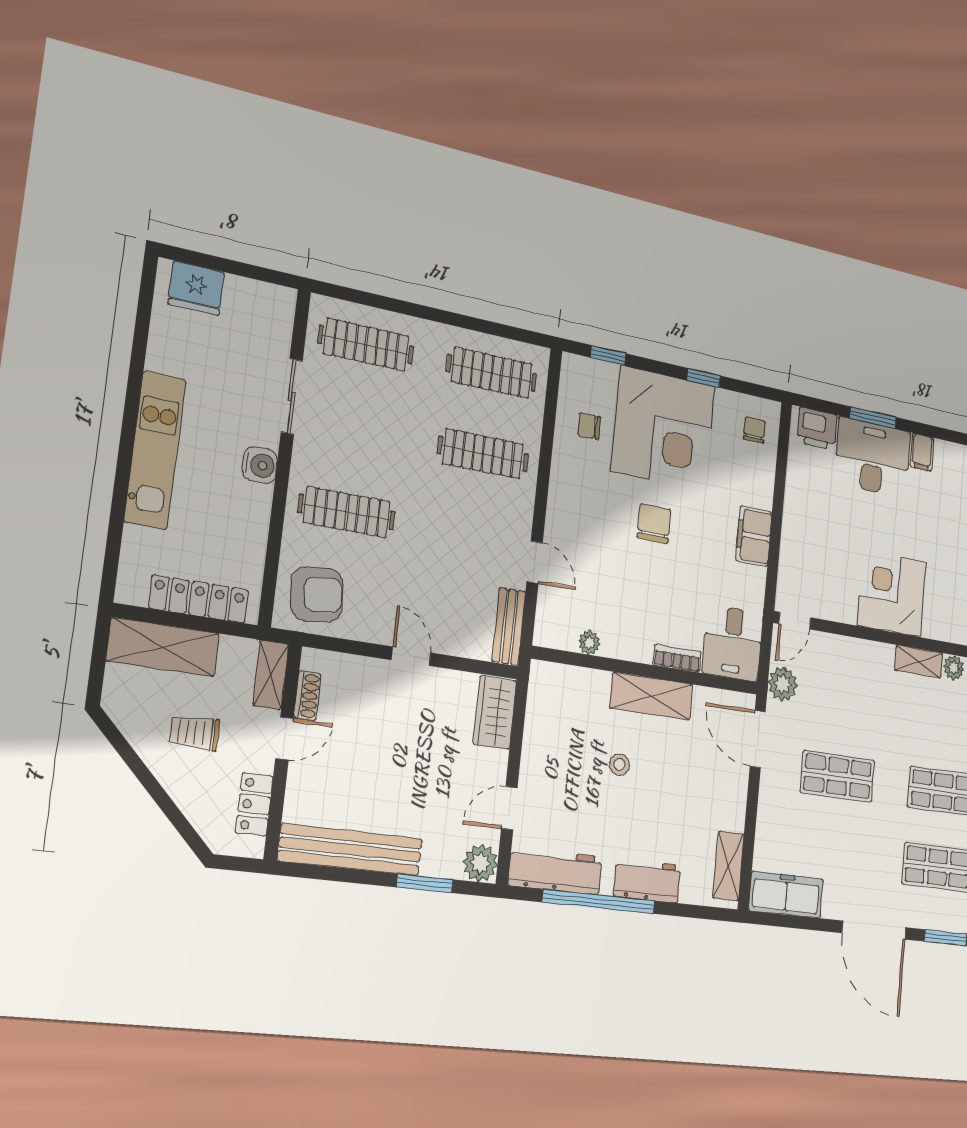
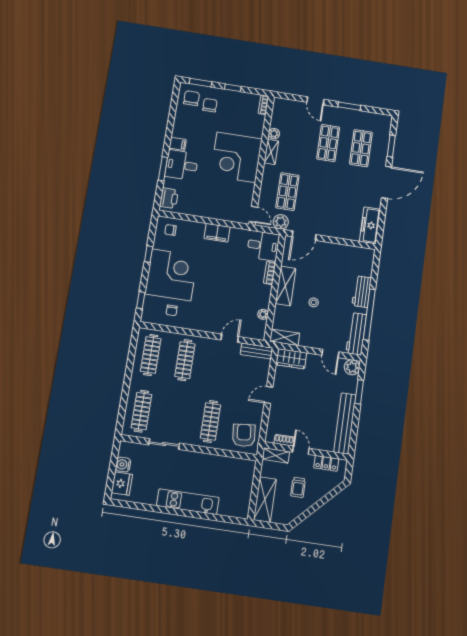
desk: (873, 457) -> (182, 165), width x0.73
water cooler: (260, 465) -> (123, 465), moved, turned -90
chair: (654, 524) -> (212, 281), removed
corner desk: (892, 594) -> (236, 157), width x1.36, depth x1.36
locker: (199, 599) -> (246, 485), removed
shop shelf: (838, 776) -> (287, 192), moved
shelving: (728, 866) -> (285, 337), moved

